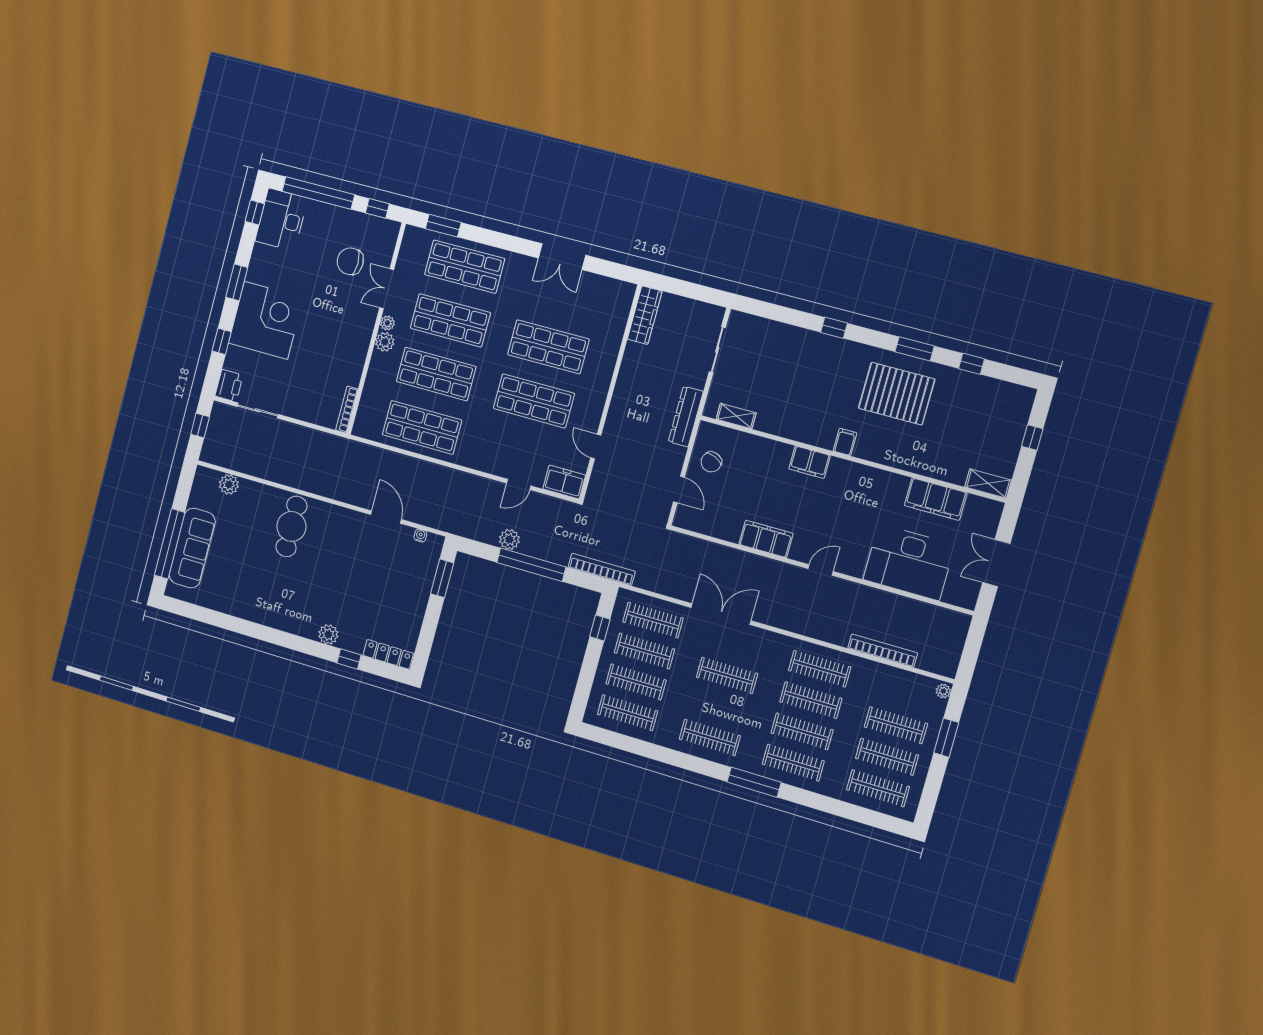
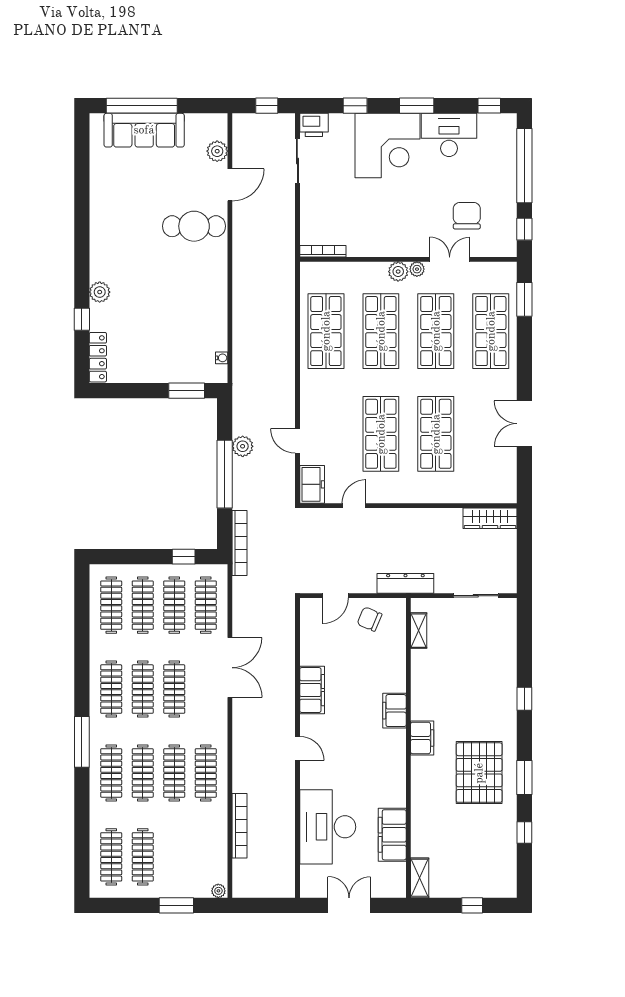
desk: (281, 220) -> (449, 135), moved
filing cabinet: (845, 442) -> (422, 738), width x2.00
door: (386, 517) -> (230, 185), moved
clothes rail: (896, 725) -> (143, 689), moved

